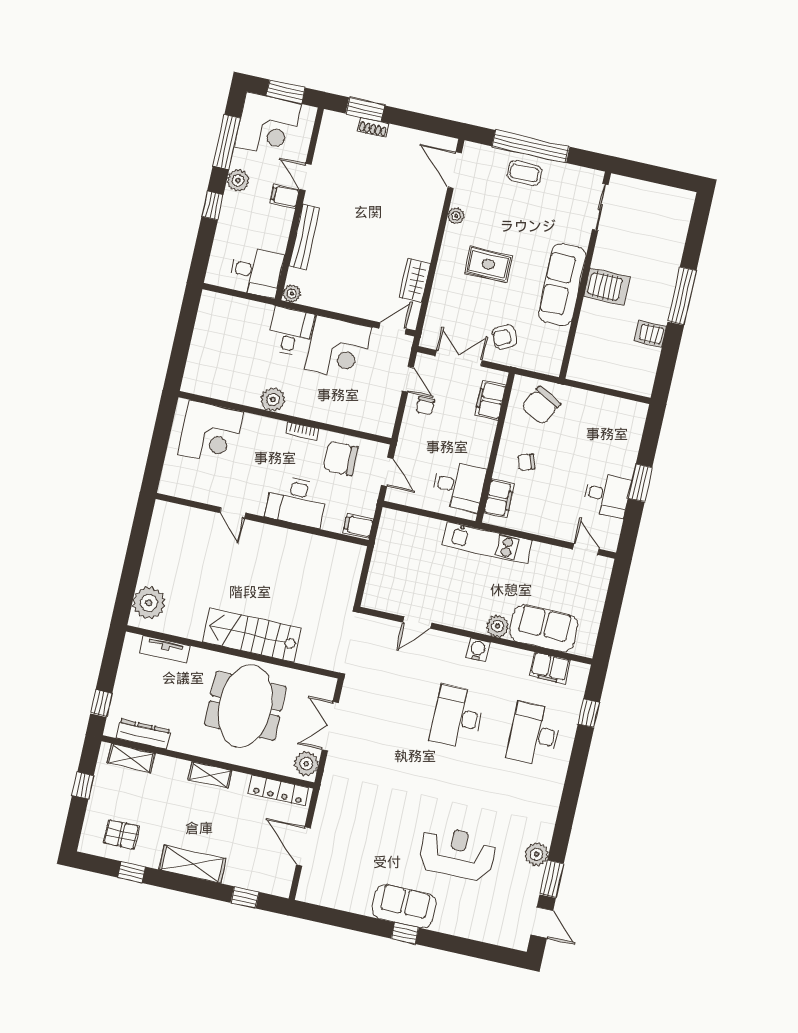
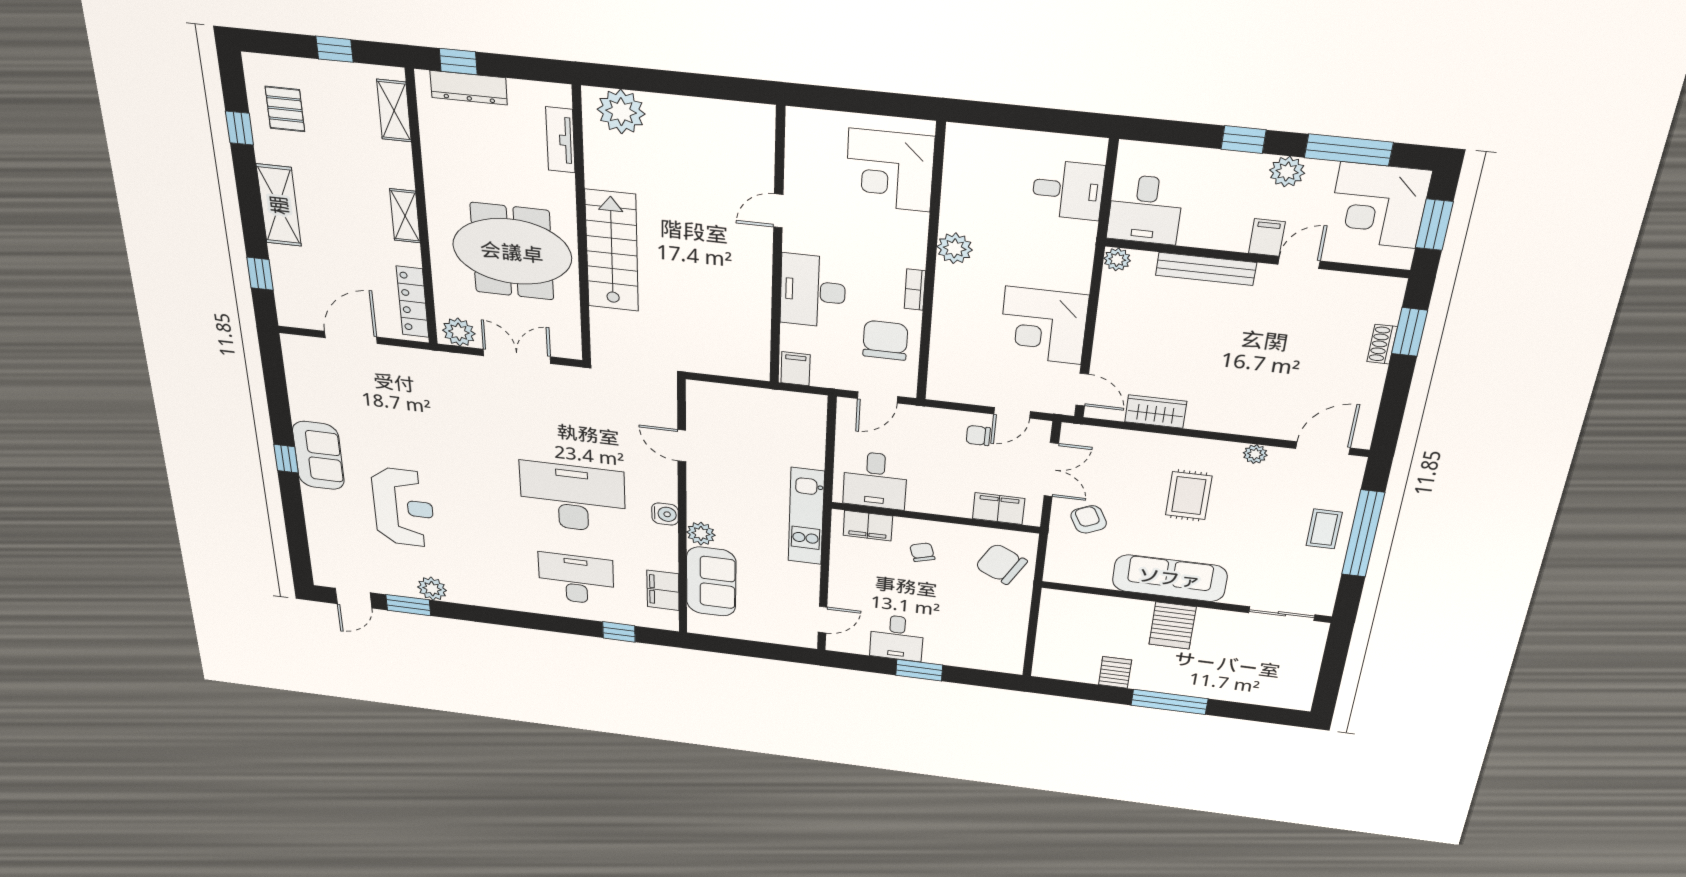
desk: (291, 332) -> (1068, 190), moved
desk: (457, 717) -> (573, 498), width x1.36, depth x1.30
dresser: (143, 734) -> (469, 88), moved, turned 90

